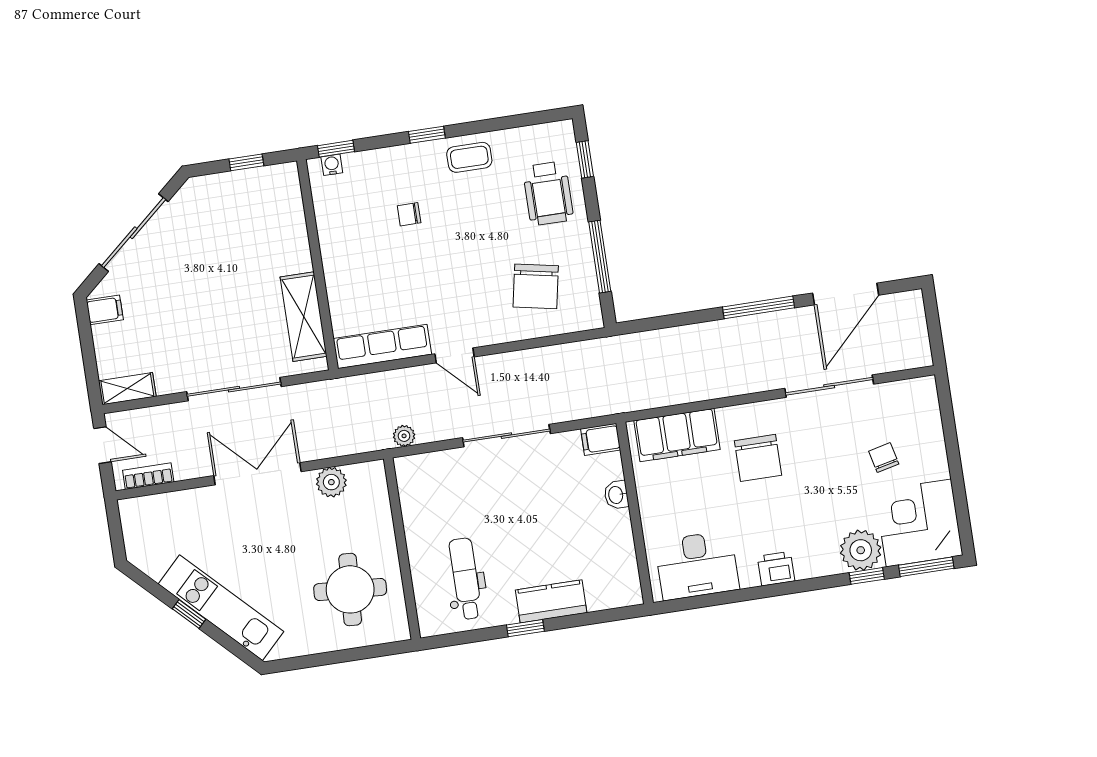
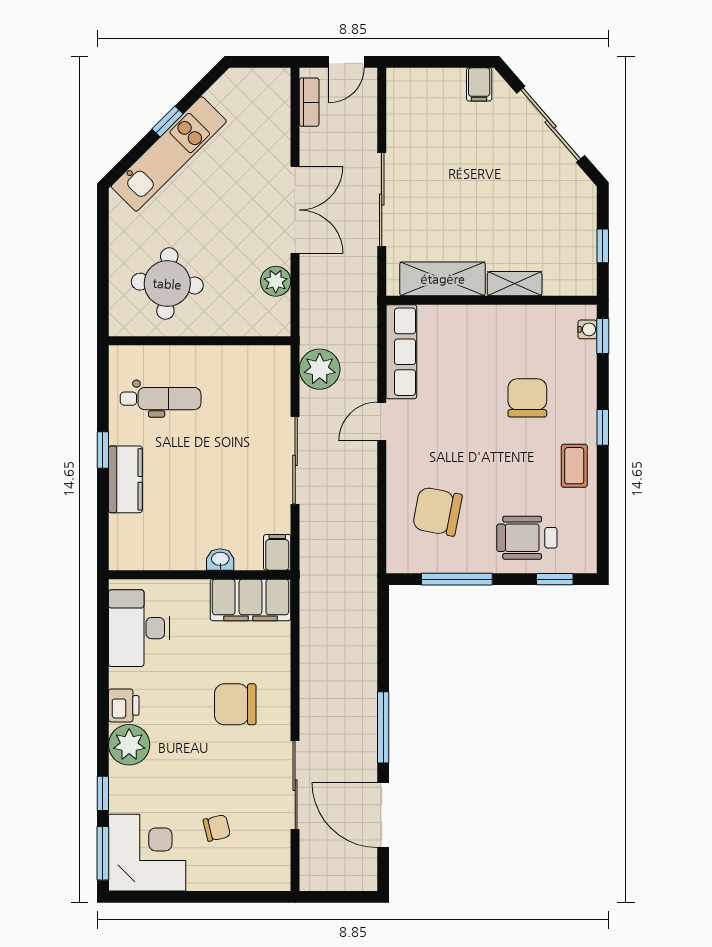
chair: (409, 214) -> (527, 398), width x1.87, depth x1.87
shelving: (127, 389) -> (515, 284), moved, turned 90
filing cabinet: (677, 435) -> (250, 600), moved, turned -90
plant: (404, 436) -> (320, 369), width x1.88, depth x1.88
plant: (861, 550) -> (129, 745), moved

